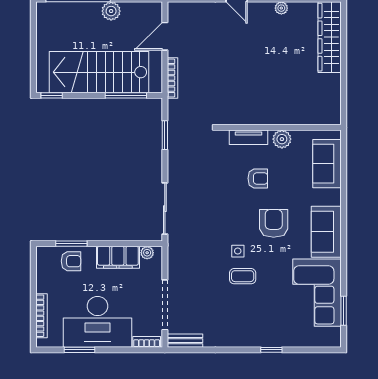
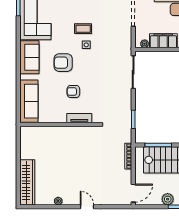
door: (165, 36) -> (133, 193), moved
plant: (282, 139) -> (58, 117), removed
sofa: (327, 164) -> (29, 101), width x1.36
armchair: (274, 223) -> (63, 63), turned 90

